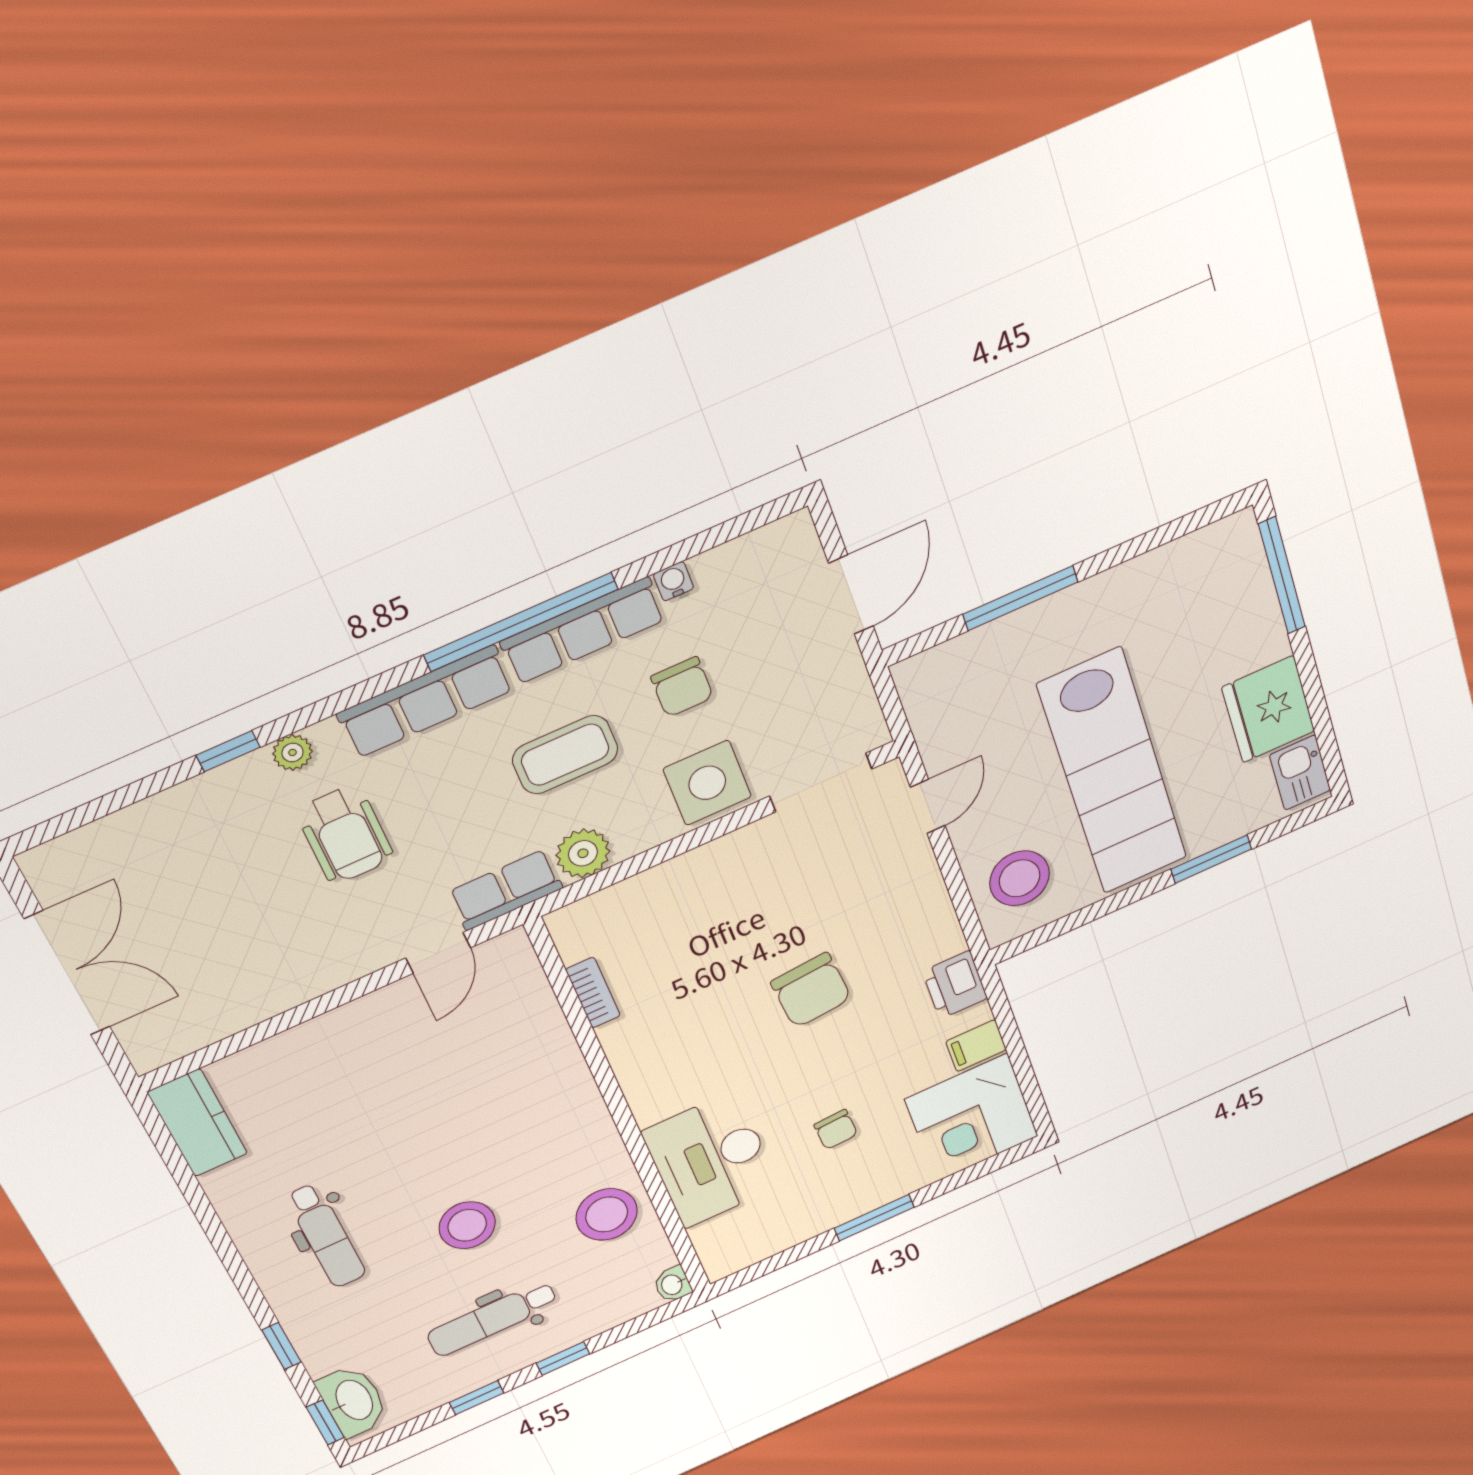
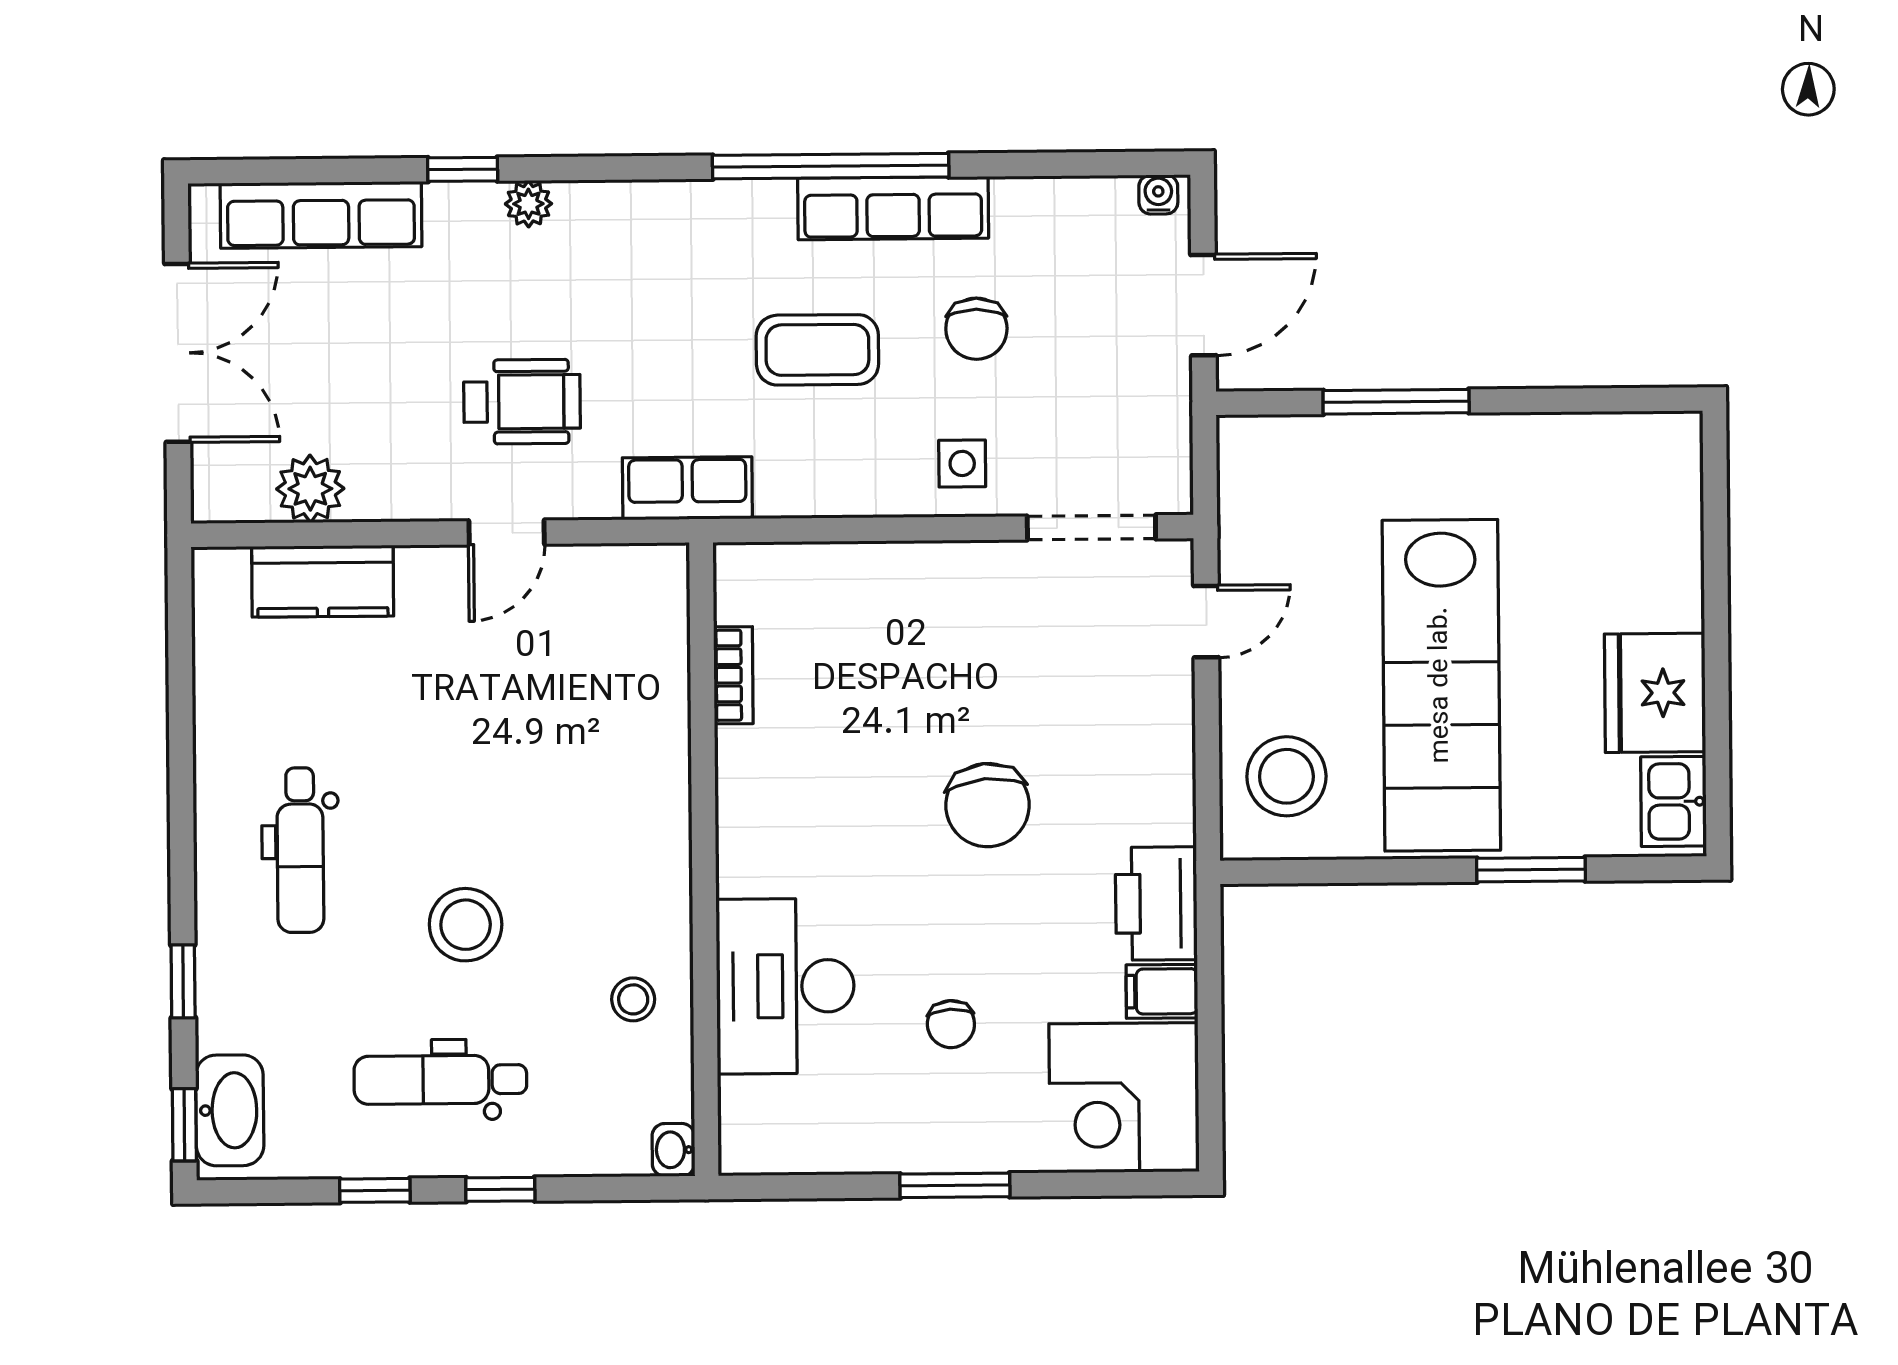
window: (1282, 576) -> (1715, 520), removed
water cooler: (673, 581) -> (1158, 194), moved
row of seats: (426, 702) -> (321, 215), moved
side table: (707, 783) -> (962, 463), width x0.54, depth x0.54
wheelchair: (345, 834) -> (522, 402), moved, turned -90
plant: (583, 853) -> (310, 489), moved
door: (438, 953) -> (507, 533), moved
printer: (955, 985) -> (1156, 904), width x1.37, depth x1.19
kitchen counter: (198, 1123) -> (323, 581), moved, turned 90
stool: (607, 1214) -> (633, 999), width x0.53, depth x0.53

